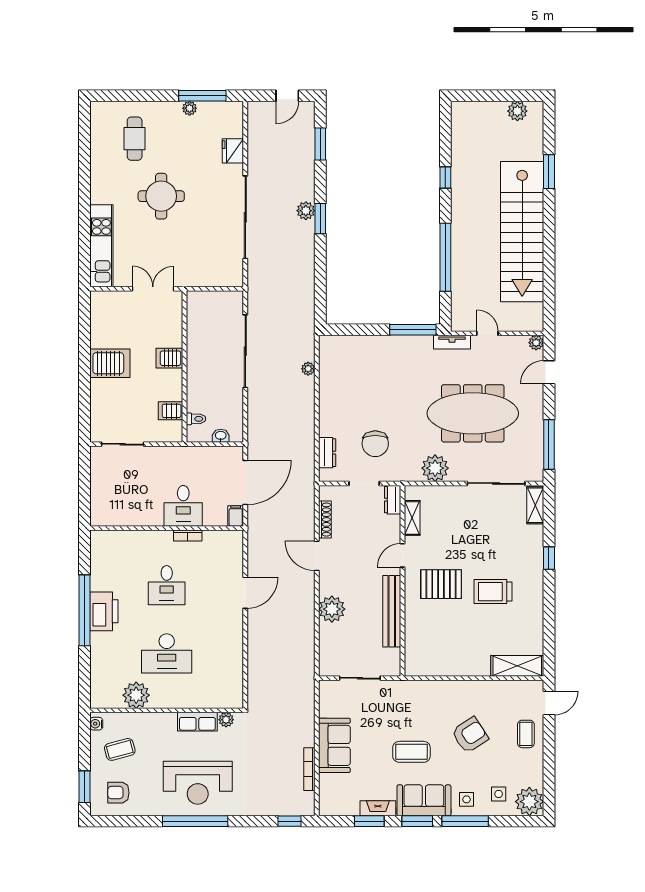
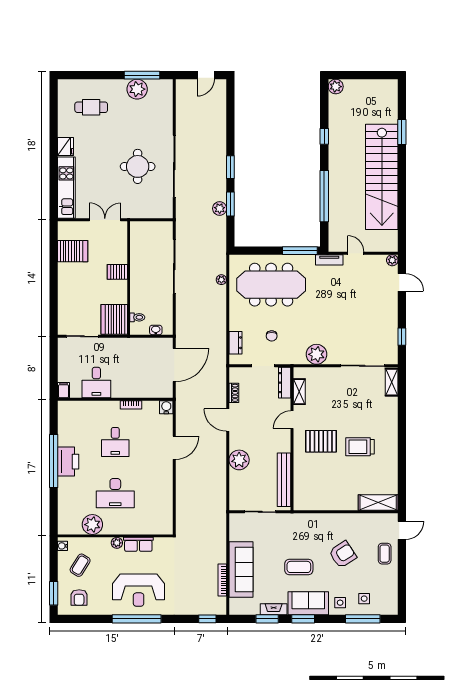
plant: (190, 108) -> (137, 89), width x1.87, depth x1.87
plant: (517, 111) -> (336, 87), moved
cafe table: (135, 139) -> (91, 107), turned 90
window: (320, 144) -> (230, 204), moved
fridge: (233, 151) -> (66, 146), moved, turned 180
round table: (161, 196) -> (138, 166), moved
plant: (306, 211) -> (220, 209), moved
server rack: (110, 363) -> (73, 251), moved
door: (549, 372) -> (402, 282), swing flipped
server rack: (171, 411) -> (114, 319), width x2.18, depth x1.44
meeting table: (473, 413) -> (271, 285), moved
chair: (375, 444) -> (272, 336), width x0.54, depth x0.54
window: (549, 445) -> (402, 337), width x0.46
dresser: (393, 500) -> (285, 383), width x1.44
desk: (183, 506) -> (96, 383), moved
filing cabinet: (236, 516) -> (63, 390), moved
shoe rack: (325, 520) -> (234, 393), width x0.70
water cooler: (235, 539) -> (166, 407), added
window: (549, 558) -> (402, 422), removed
bench: (392, 611) -> (284, 480), moved
plant: (226, 720) -> (117, 543), moved
sofa: (334, 745) -> (241, 570), width x1.36
coffee table: (120, 749) -> (80, 565), turned -43
armchair: (118, 793) -> (79, 598), turned -90
plant: (529, 802) -> (387, 604), removed
window: (465, 821) -> (363, 619), moved

